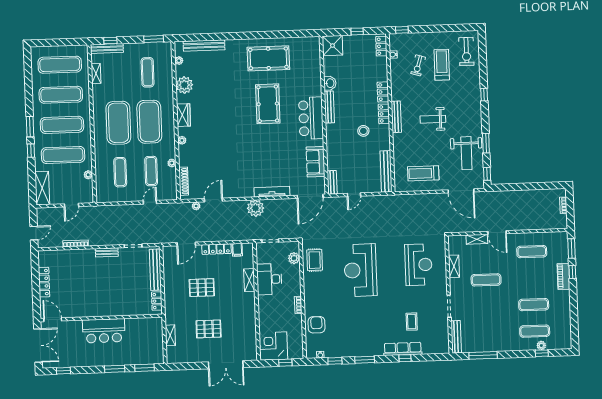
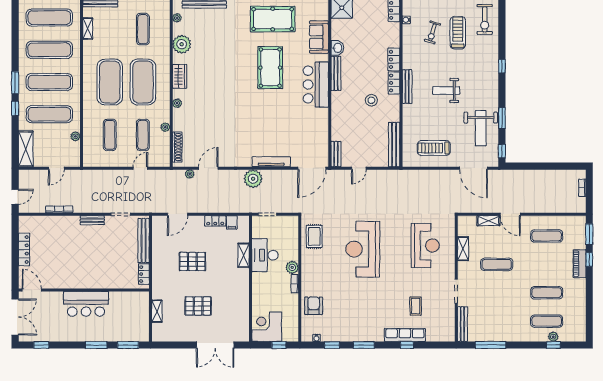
sofa: (315, 162) -> (319, 37), moved
locker: (217, 249) -> (215, 221), width x0.66
plant: (294, 258) -> (292, 267), moved

